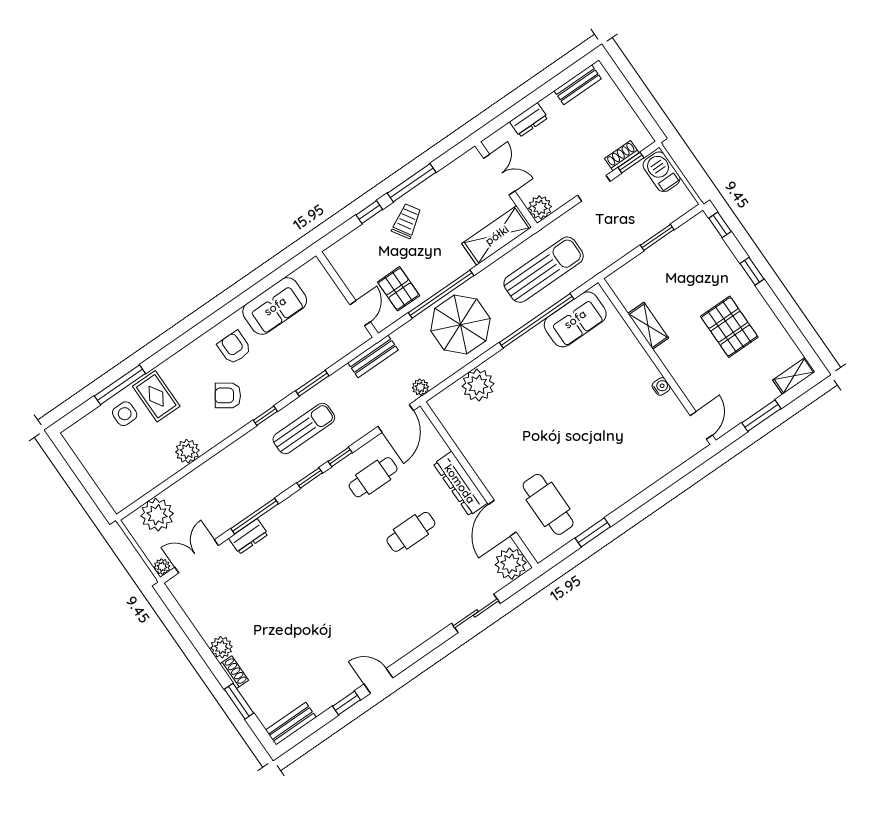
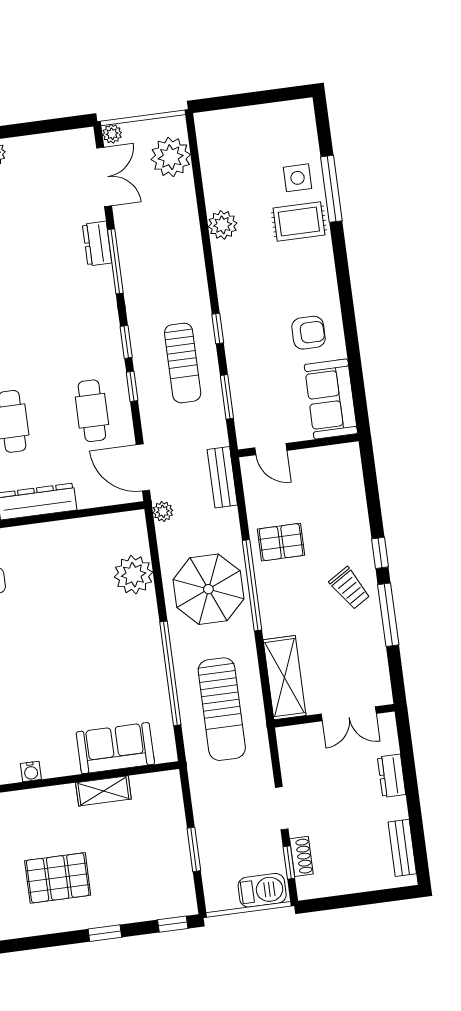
plant: (540, 207) -> (291, 740), removed
wall: (347, 294) -> (298, 445), moved
door: (360, 313) -> (271, 449), moved
sofa: (575, 319) -> (115, 748), moved, turned 90
armchair: (228, 395) -> (260, 299), removed

